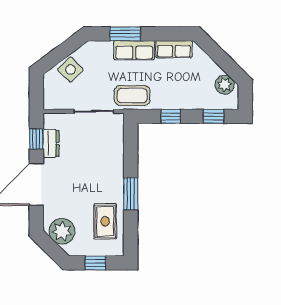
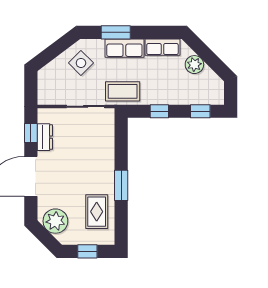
side table: (70, 69) -> (81, 63), moved
plant: (225, 85) -> (194, 65), moved

